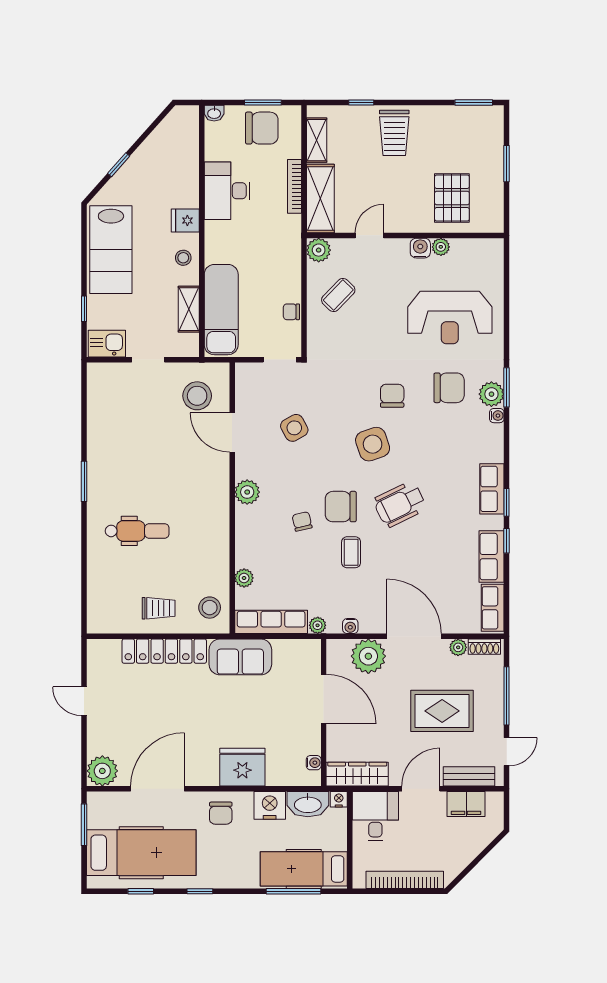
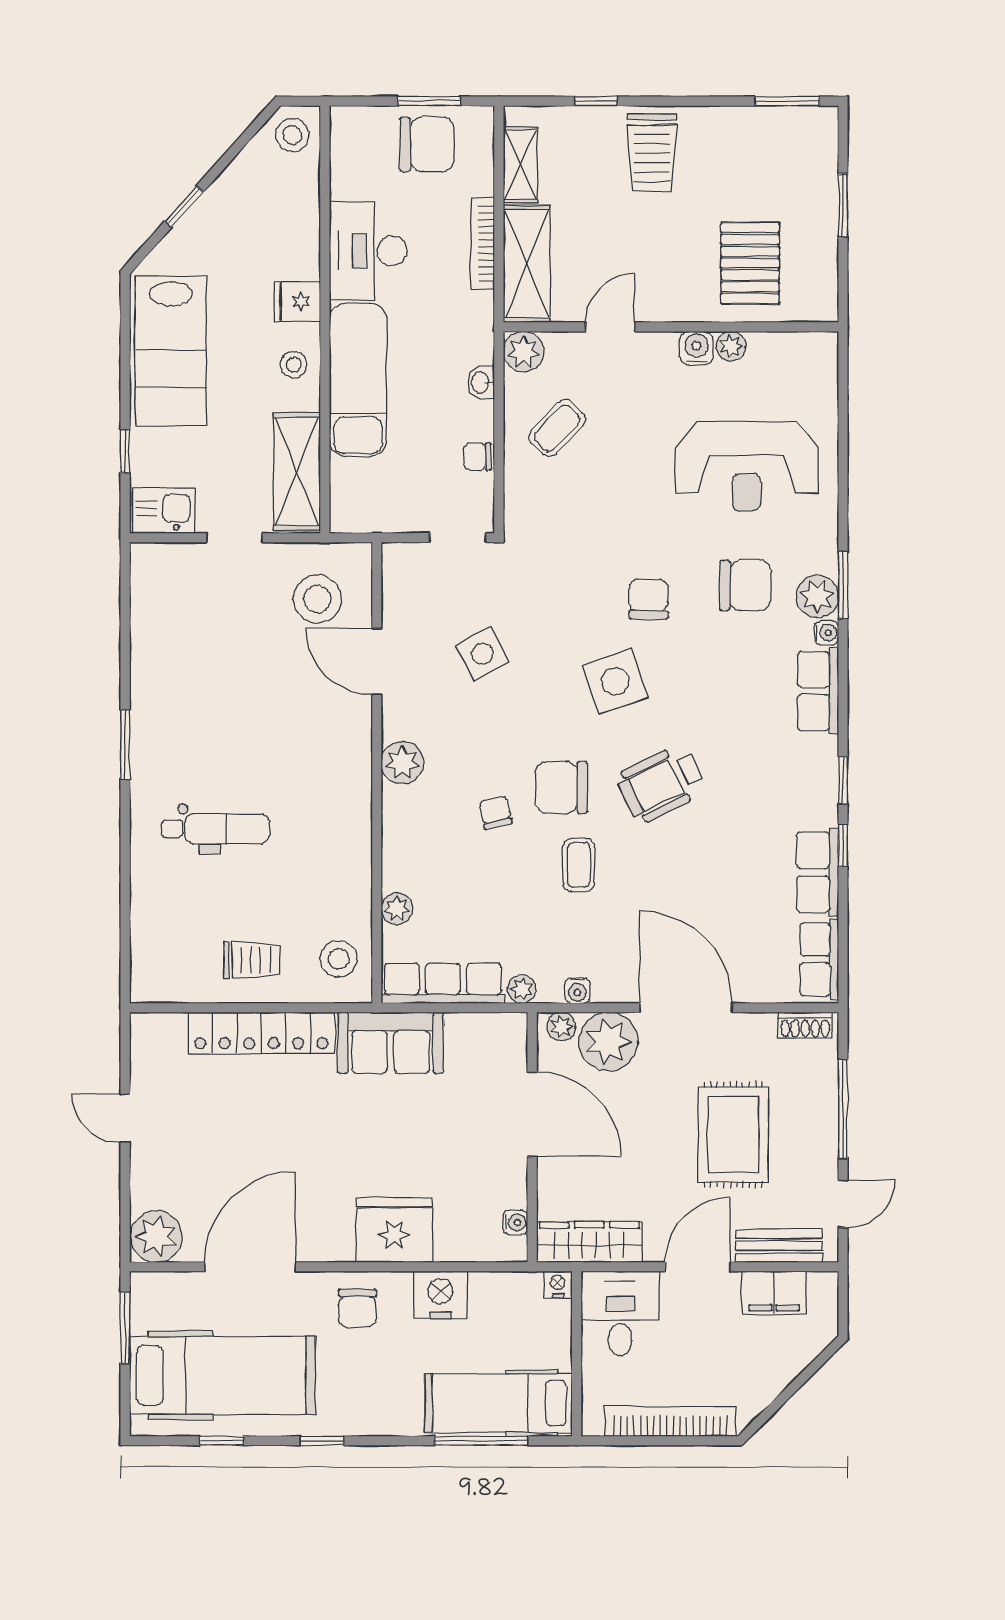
washbasin: (214, 113) -> (481, 382), moved, turned 90
stool: (182, 123) -> (292, 135), added
shelving: (189, 309) -> (297, 472), width x1.50, depth x1.33
exam couch: (221, 310) -> (358, 380), moved
row of seats: (492, 489) -> (818, 691), moved
plant: (458, 647) -> (561, 1027), moved
rug: (442, 711) -> (733, 1135), turned 90
washbasin: (308, 804) -> (505, 1293), removed

